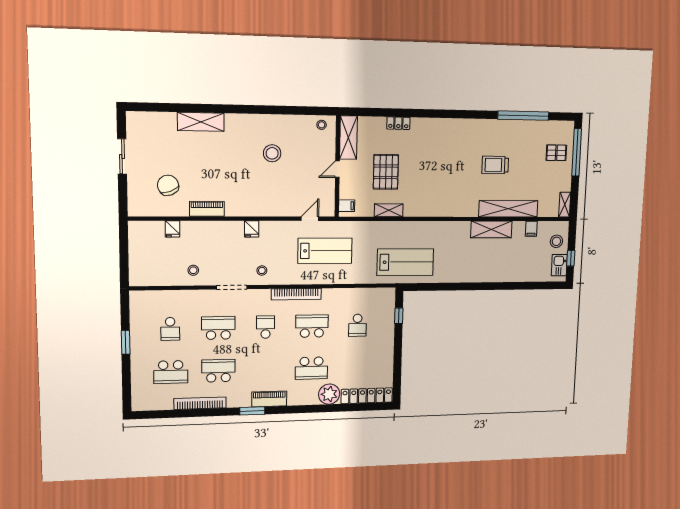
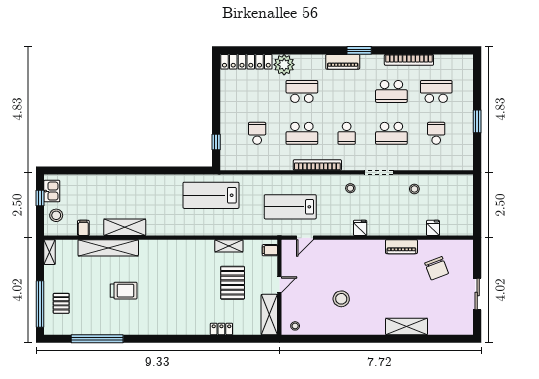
pallet: (556, 153) -> (61, 303), turned 90

